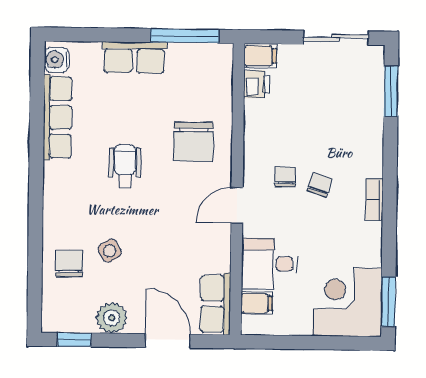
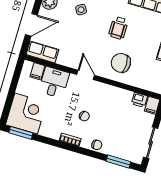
wheelchair: (125, 166) -> (118, 28), turned 90
chair: (285, 177) -> (97, 145), moved

